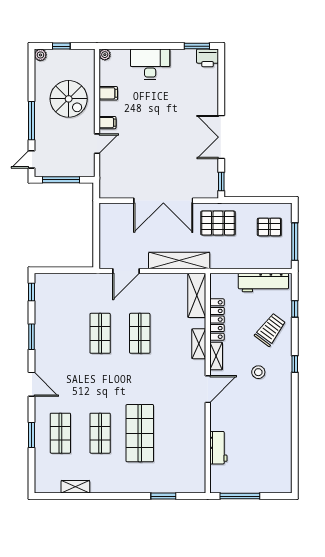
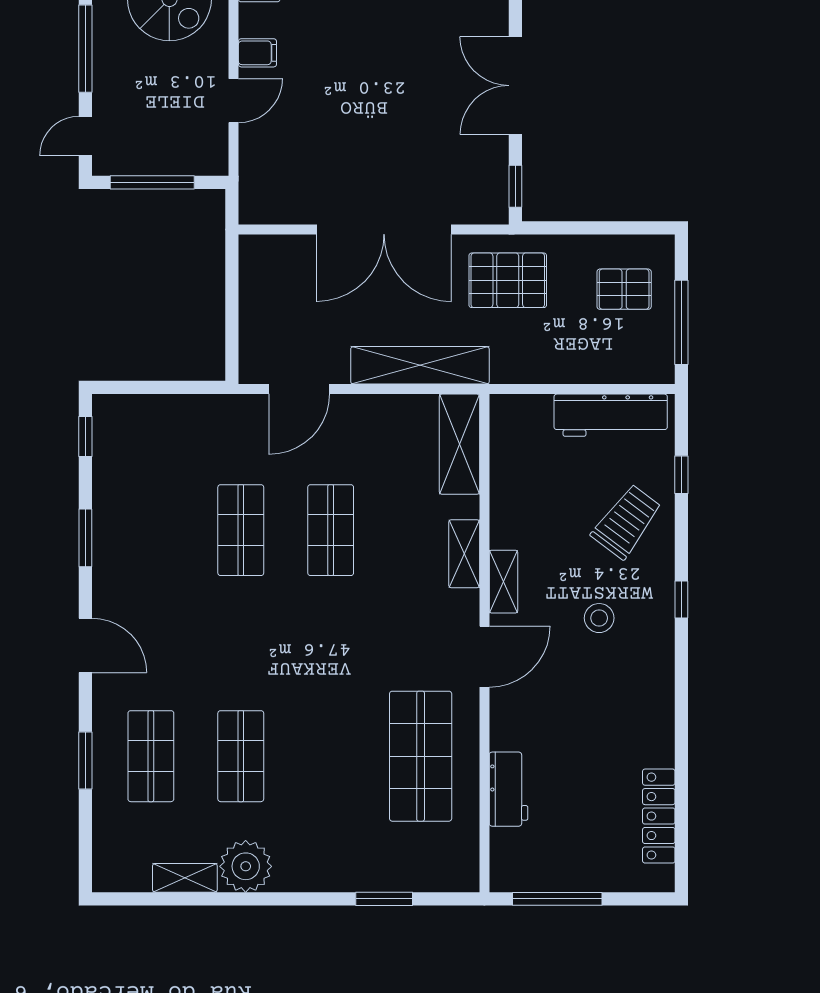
locker: (217, 320) -> (659, 816), moved, turned 180
shop shelf: (140, 433) -> (421, 756), moved
plant: (102, 482) -> (246, 866), added

